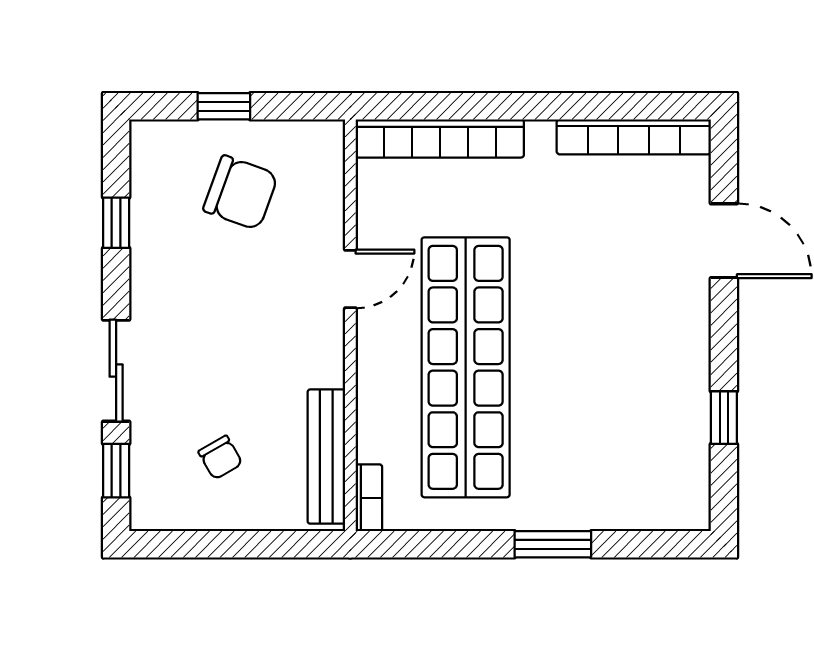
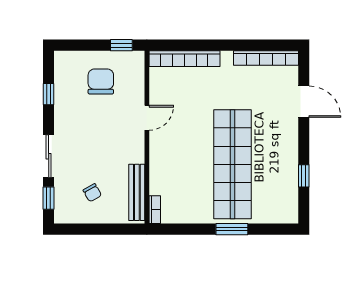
window: (224, 106) -> (121, 45), moved
chair: (241, 193) -> (101, 81), turned -110
shop shelf: (466, 367) -> (233, 164), moved

